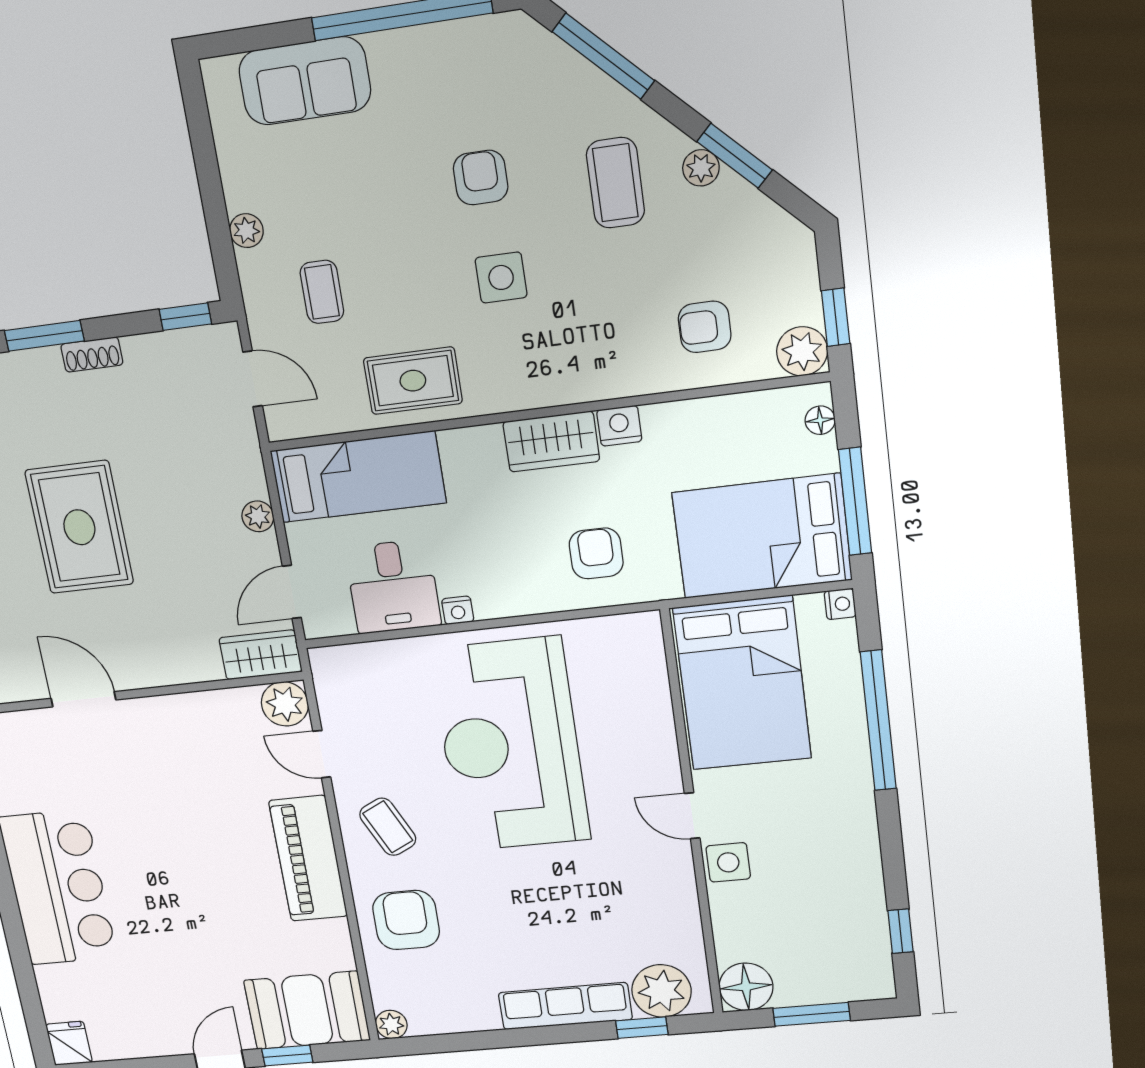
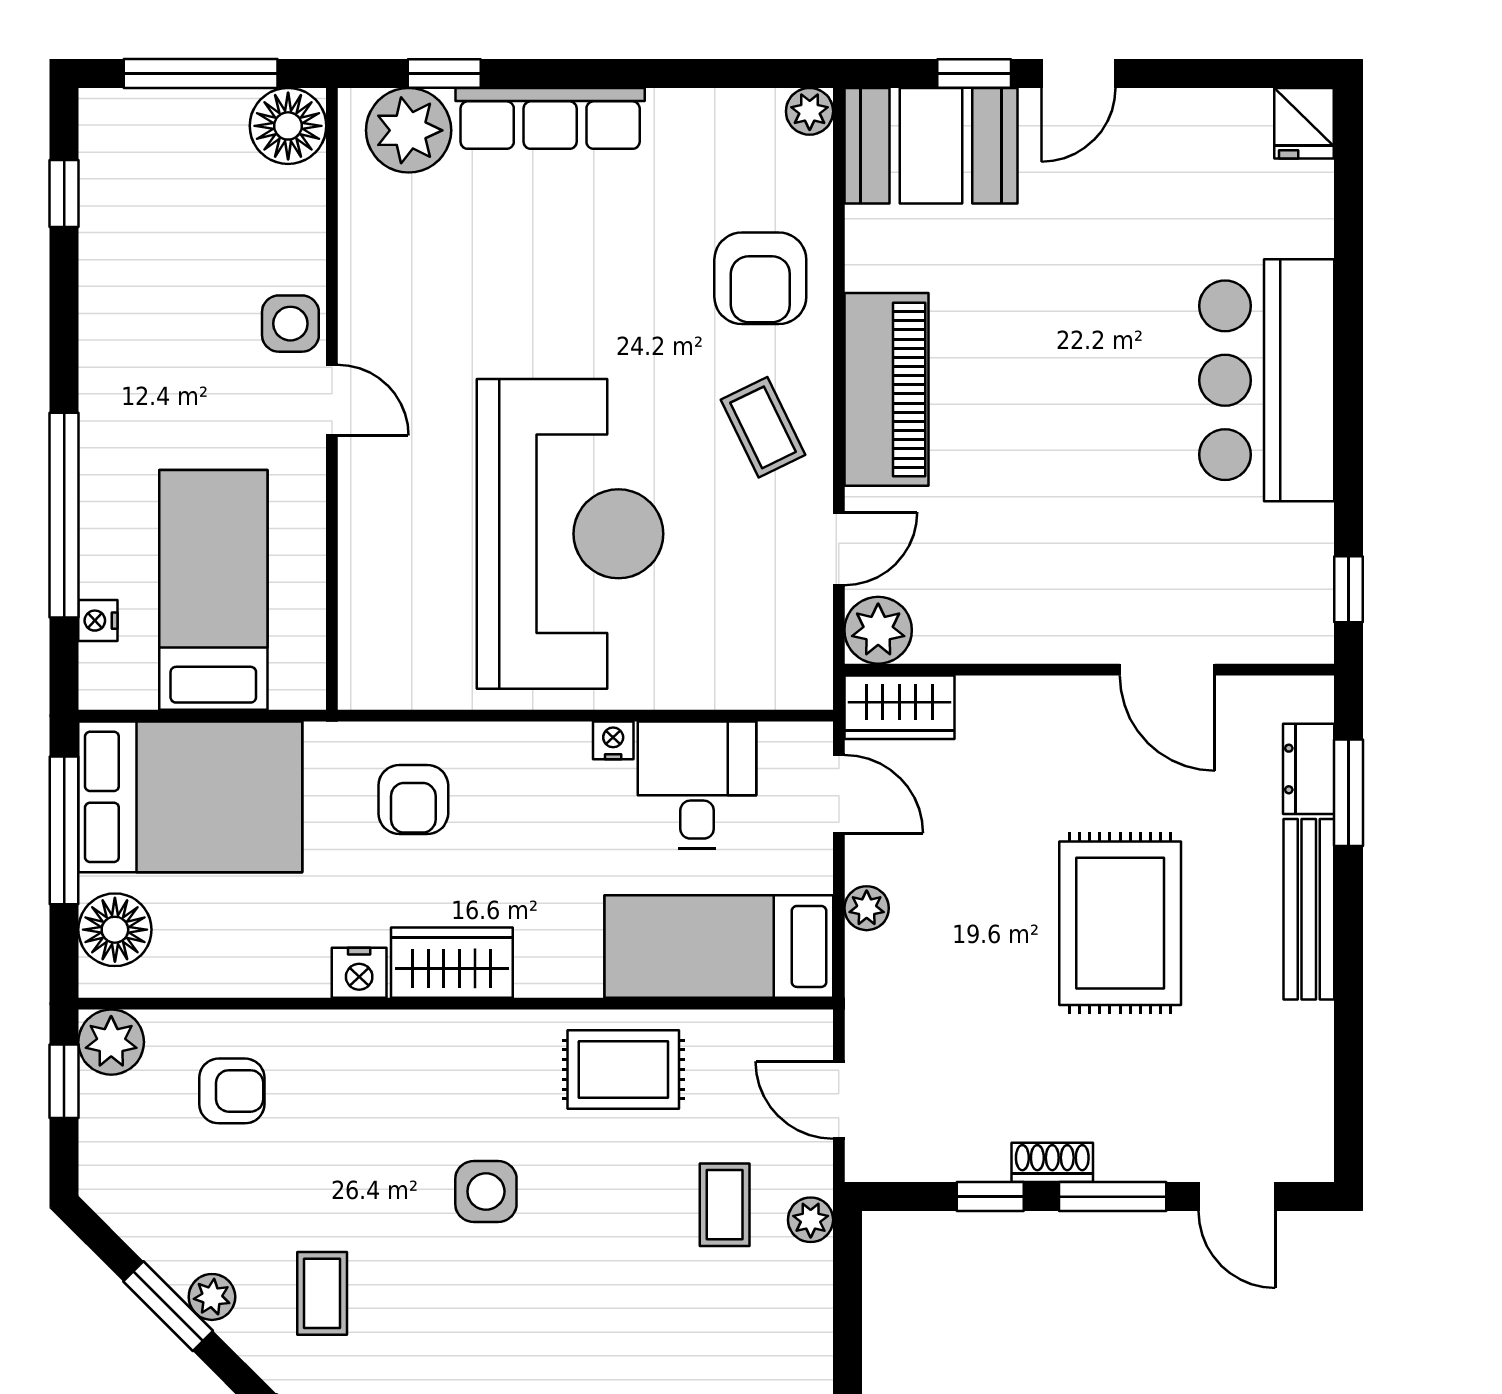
armchair: (481, 178) -> (493, 1325), removed
coffee table: (615, 183) -> (322, 1293), width x0.73, depth x0.77
plant: (246, 231) -> (811, 1220), moved
window: (185, 317) -> (990, 1197), moved
floor lamp: (820, 420) -> (115, 930), width x1.89, depth x1.89
door: (292, 592) -> (839, 794), hinge flipped
nightstand: (840, 604) -> (98, 621), moved
bed: (742, 683) -> (213, 590), width x0.67
door: (322, 754) -> (839, 549), hinge flipped
window: (812, 1014) -> (201, 73), width x1.44

